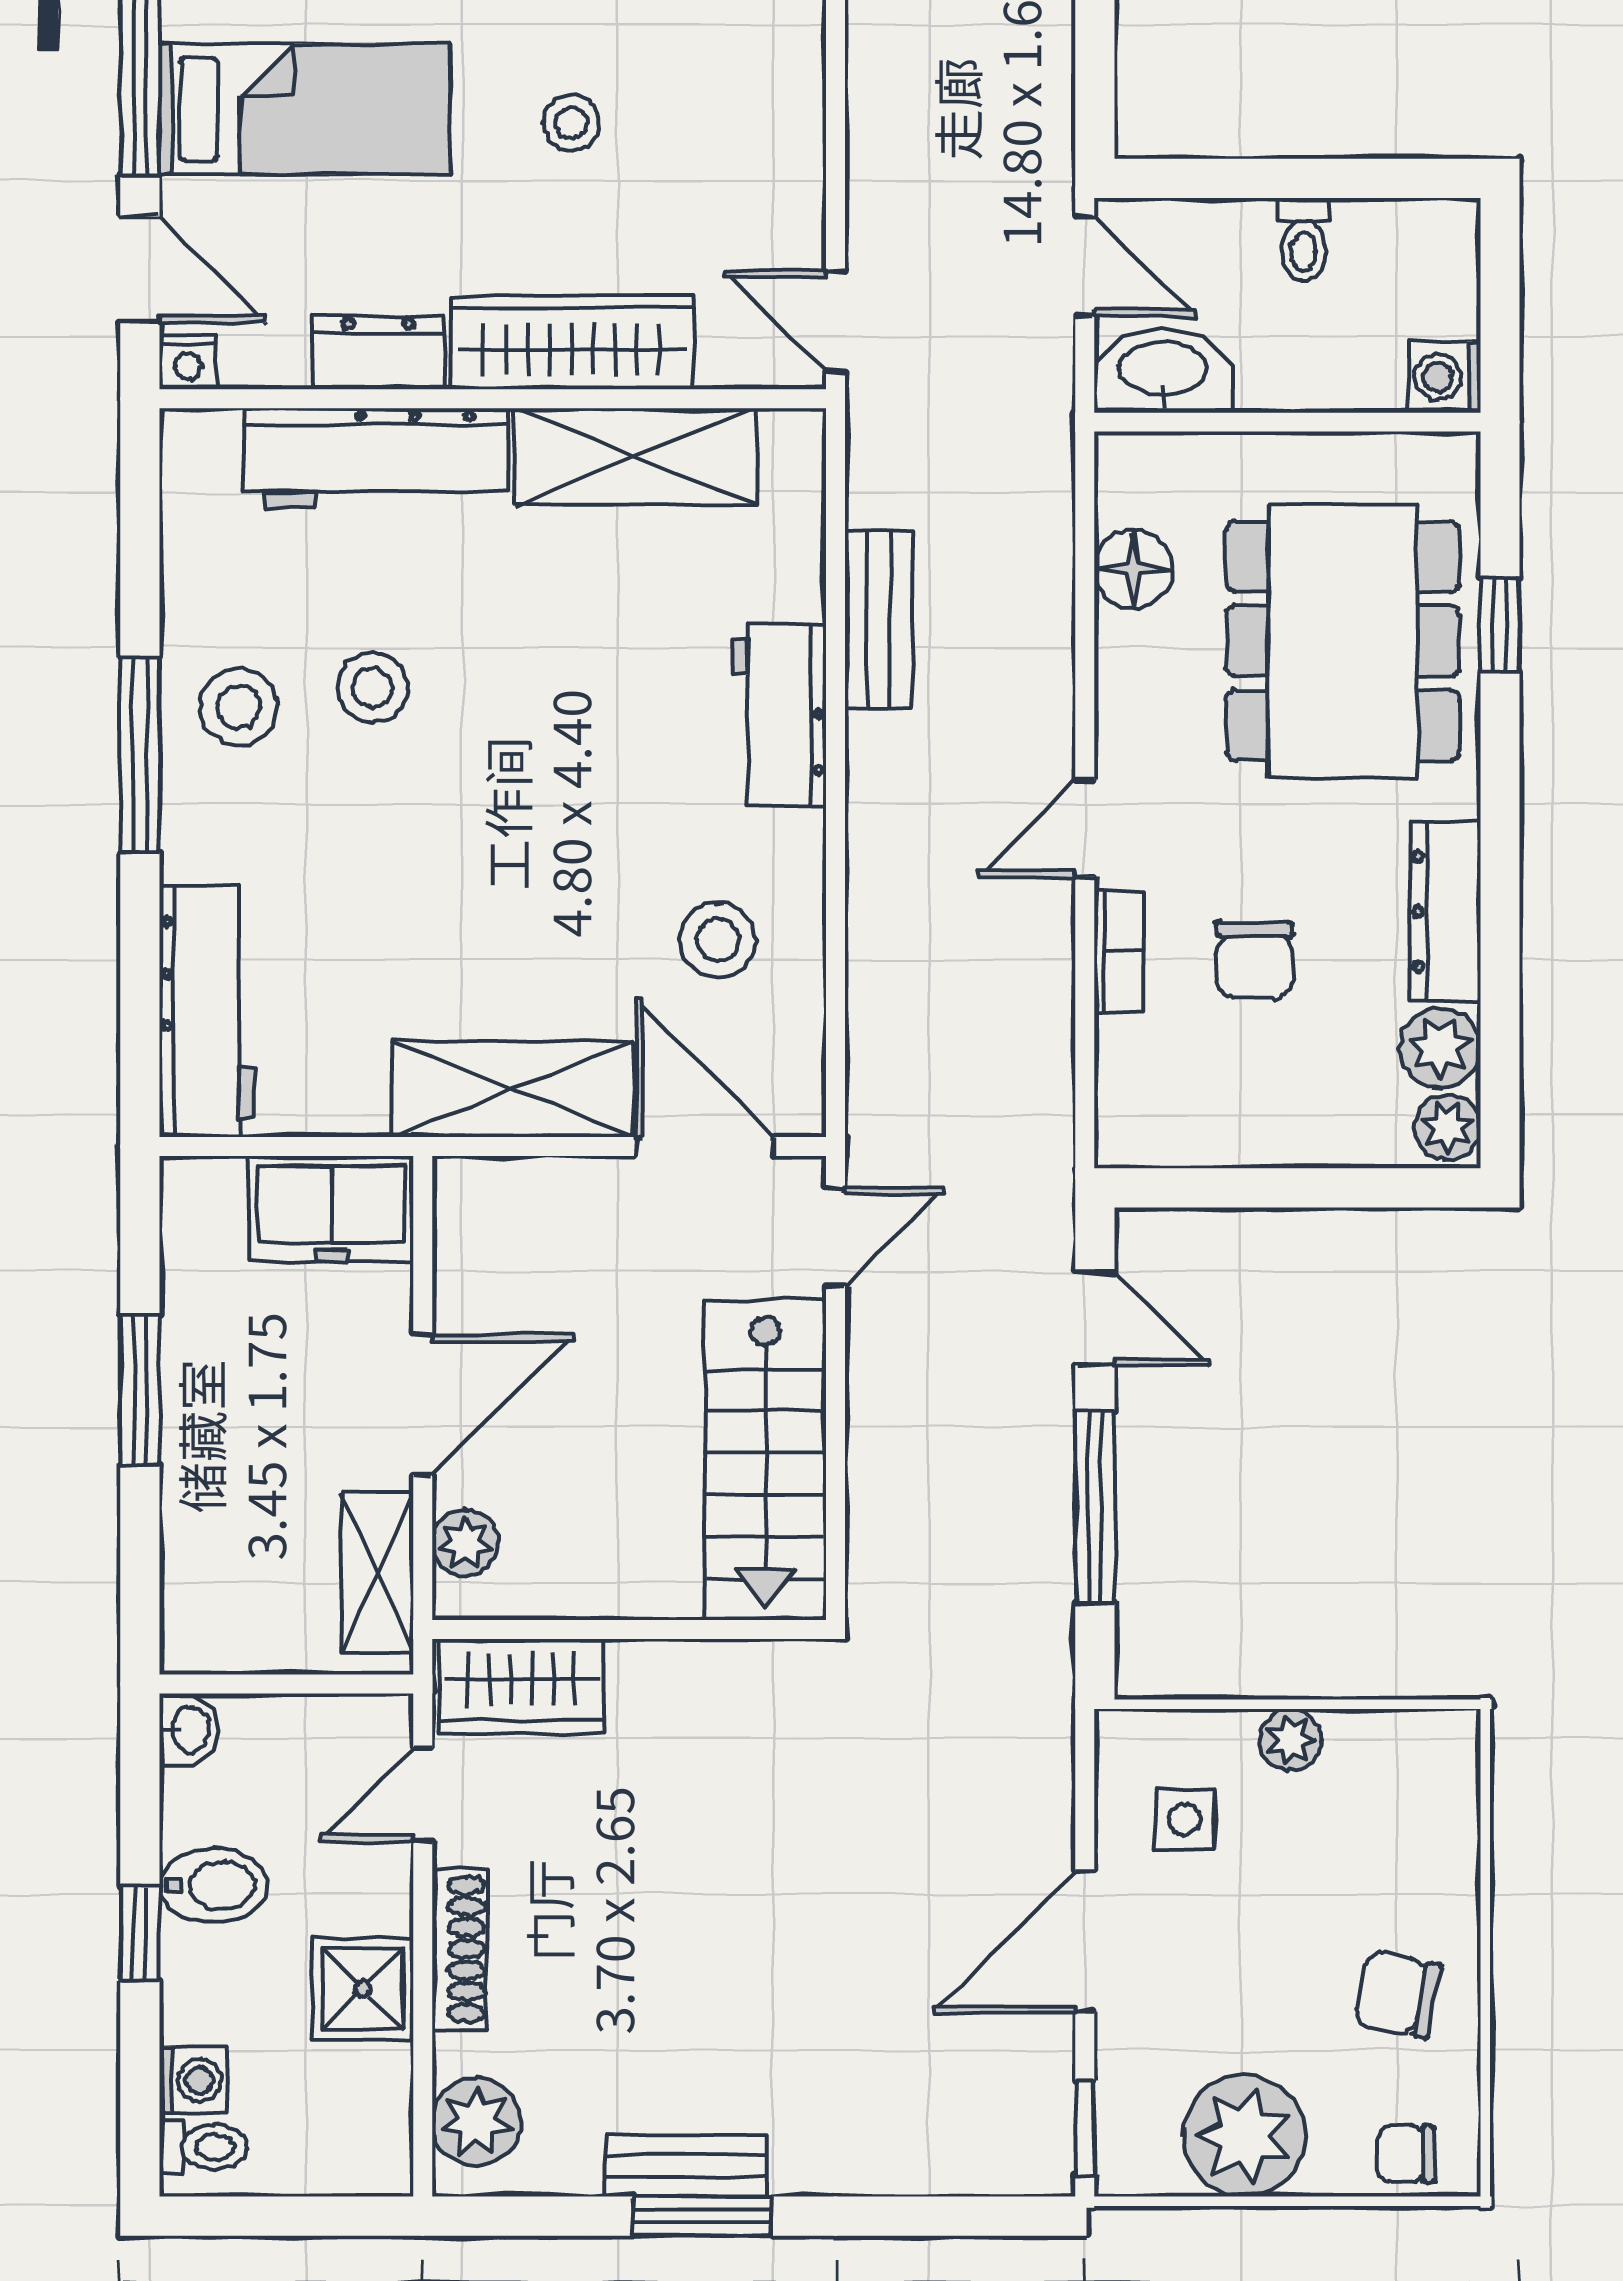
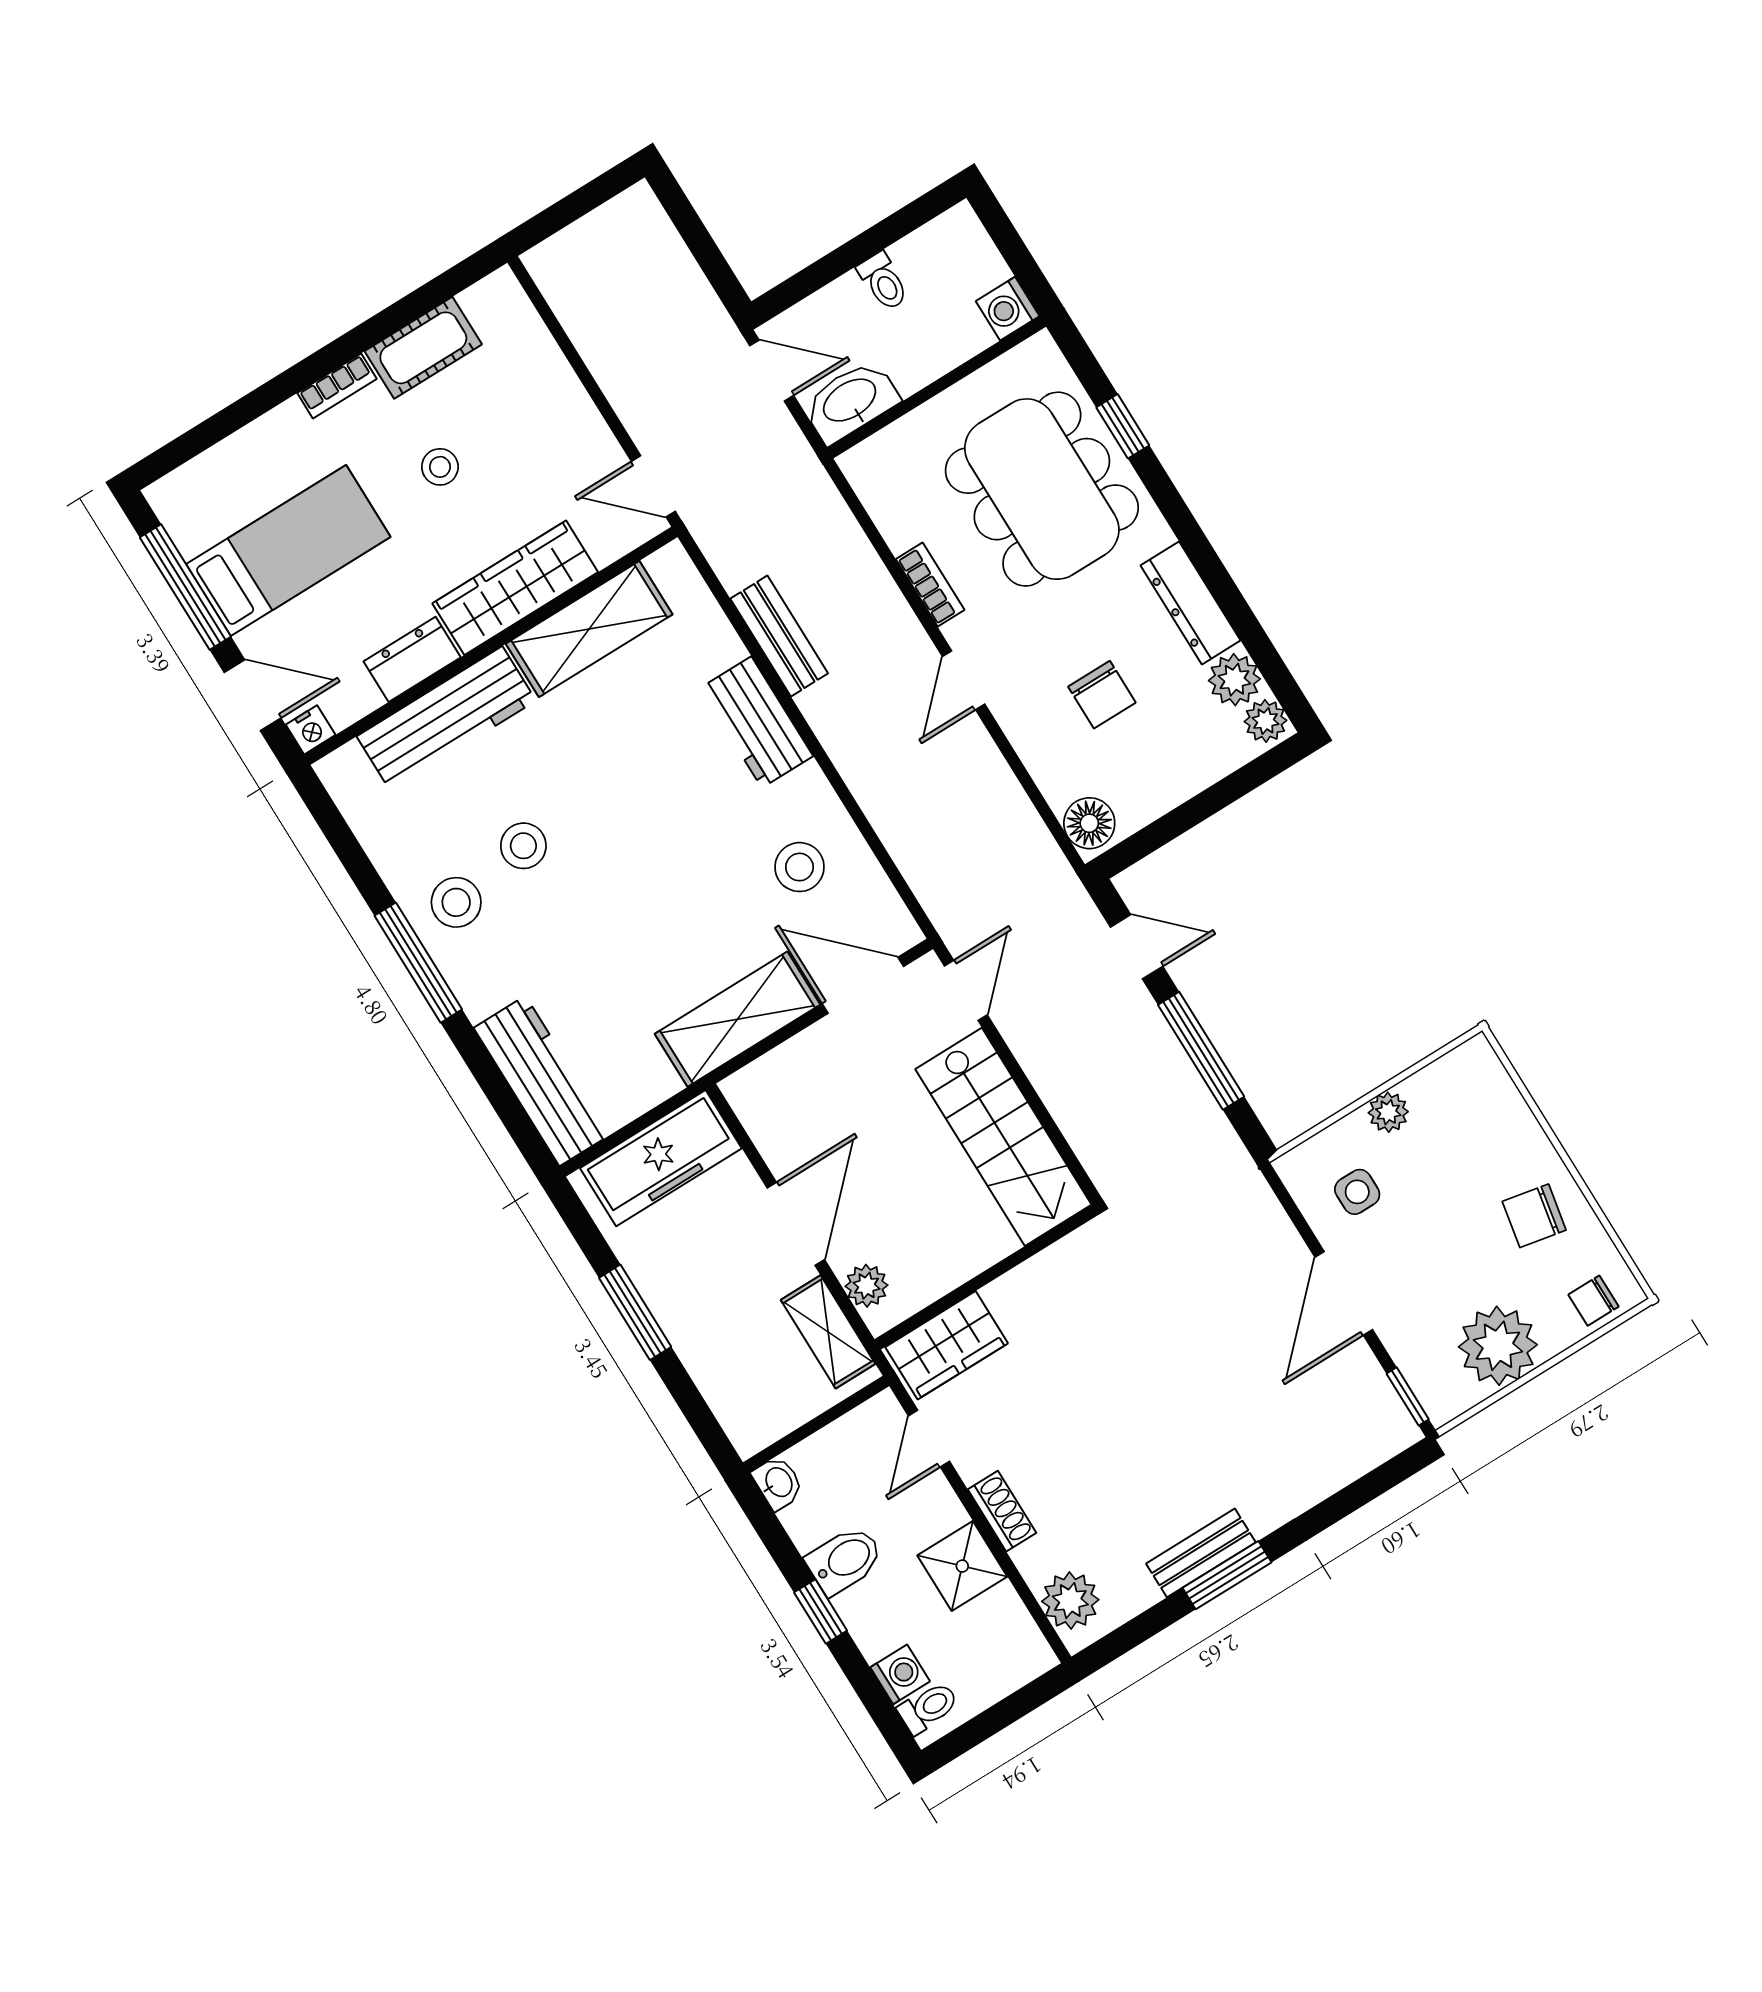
floor lamp: (1133, 569) -> (1089, 823), moved
bookcase: (1119, 951) -> (930, 585), moved
freezer: (332, 1209) -> (661, 1158), width x1.40
shoe rack: (460, 1949) -> (1002, 1511), width x0.70

